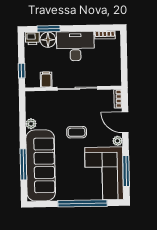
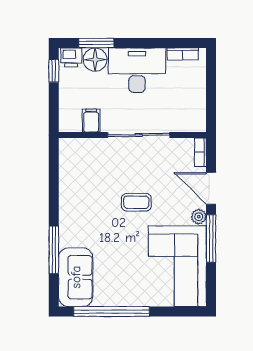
window: (22, 71) -> (54, 71), moved
plant: (31, 124) -> (67, 188), removed
sofa: (41, 165) -> (76, 277), width x0.54, depth x0.79
window: (126, 171) -> (211, 238), moved
window: (83, 203) -> (111, 311), moved

